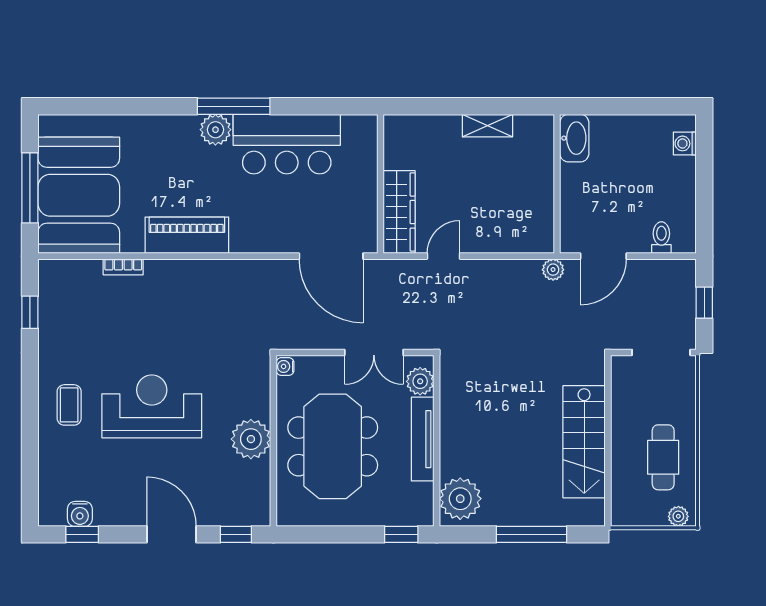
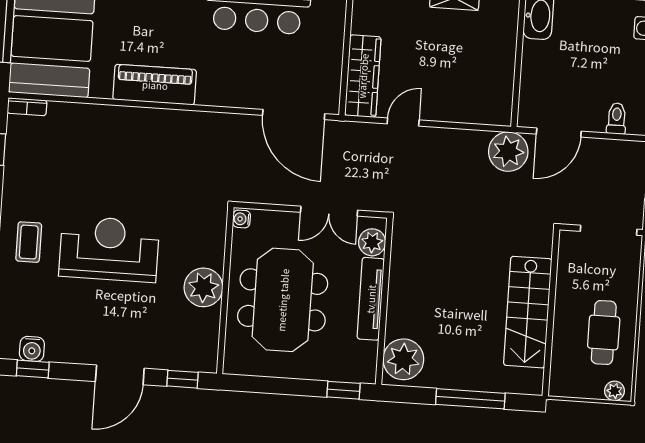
bookcase: (123, 267) -> (27, 107), moved
plant: (553, 270) -> (508, 152), width x1.87, depth x1.87
door: (172, 534) -> (120, 375), swing flipped

